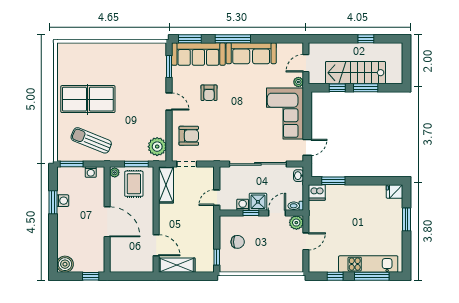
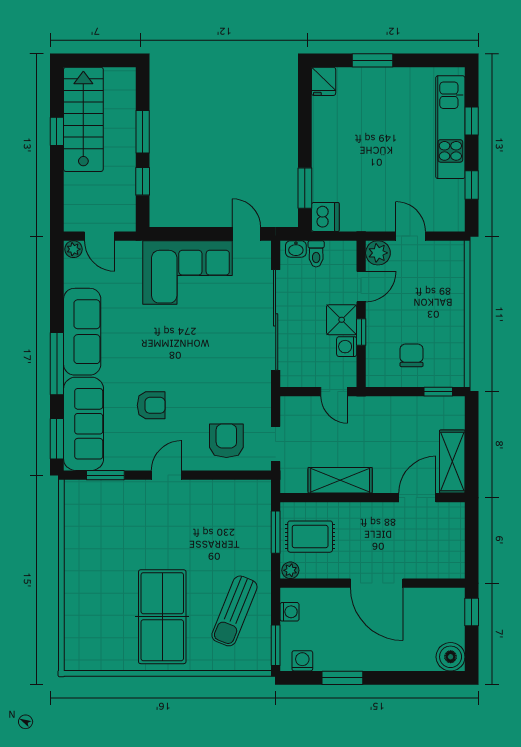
stairs: (355, 73) -> (83, 119), moved, turned 180
plant: (298, 82) -> (74, 249), moved
plant: (157, 147) -> (245, 496), removed
shelving: (166, 185) -> (340, 480), moved
washing machine: (63, 201) -> (302, 661), moved
toilet: (296, 206) -> (316, 254), moved
door: (277, 213) -> (361, 287), swing flipped
door: (107, 222) -> (377, 583), swing flipped
window: (372, 276) -> (472, 121), width x0.46

